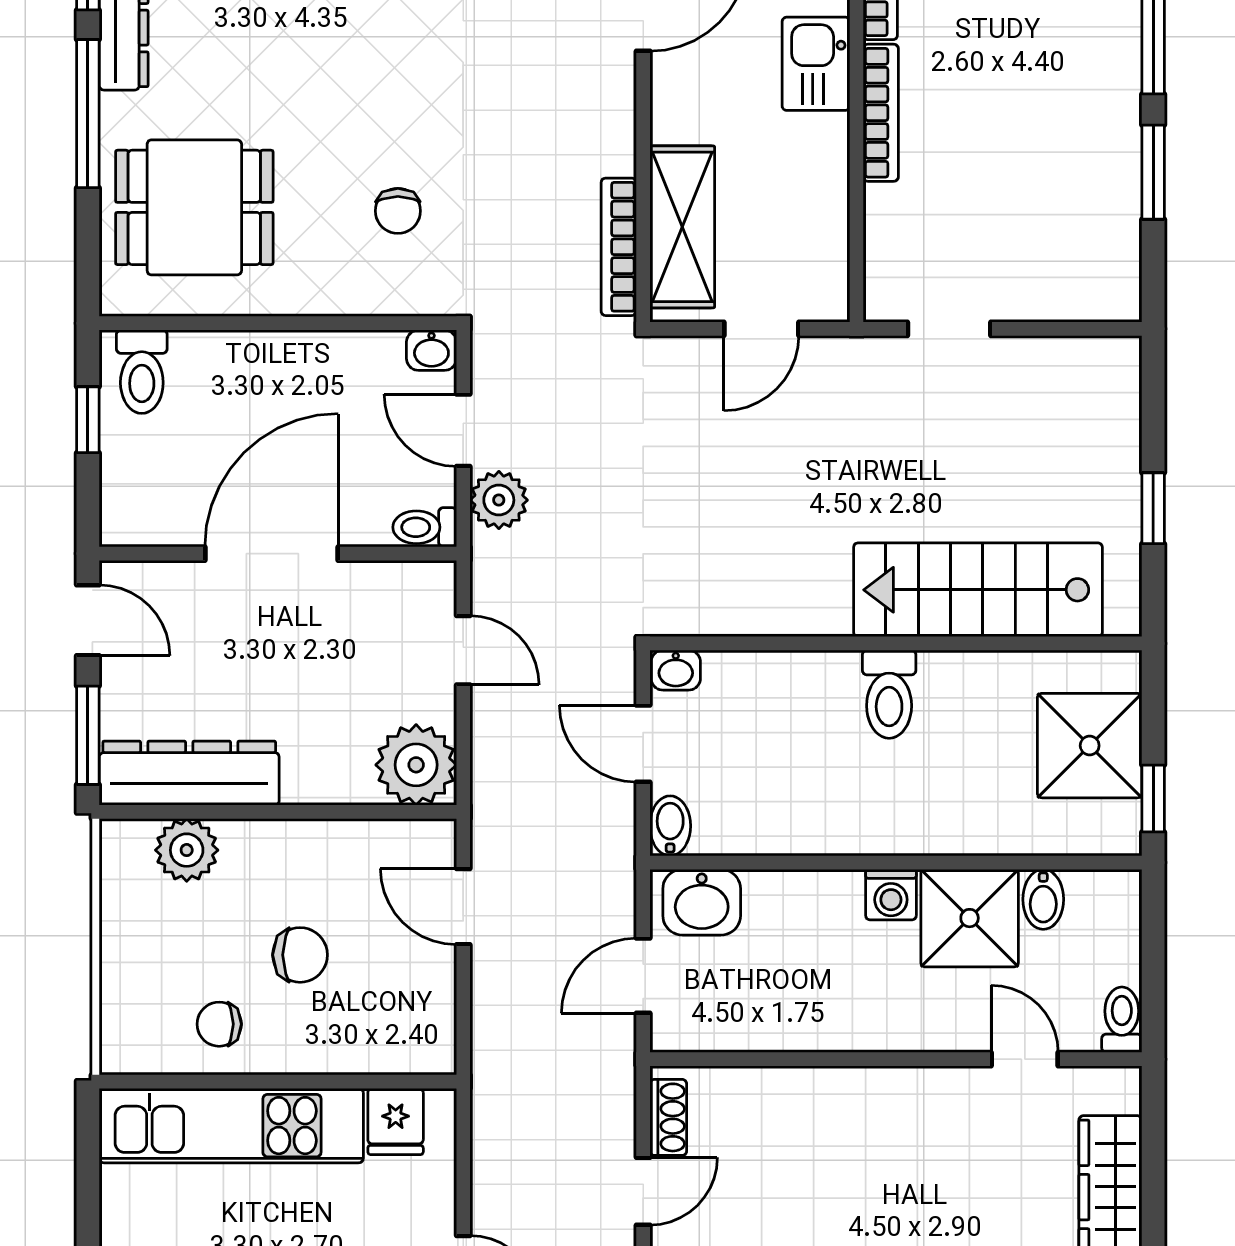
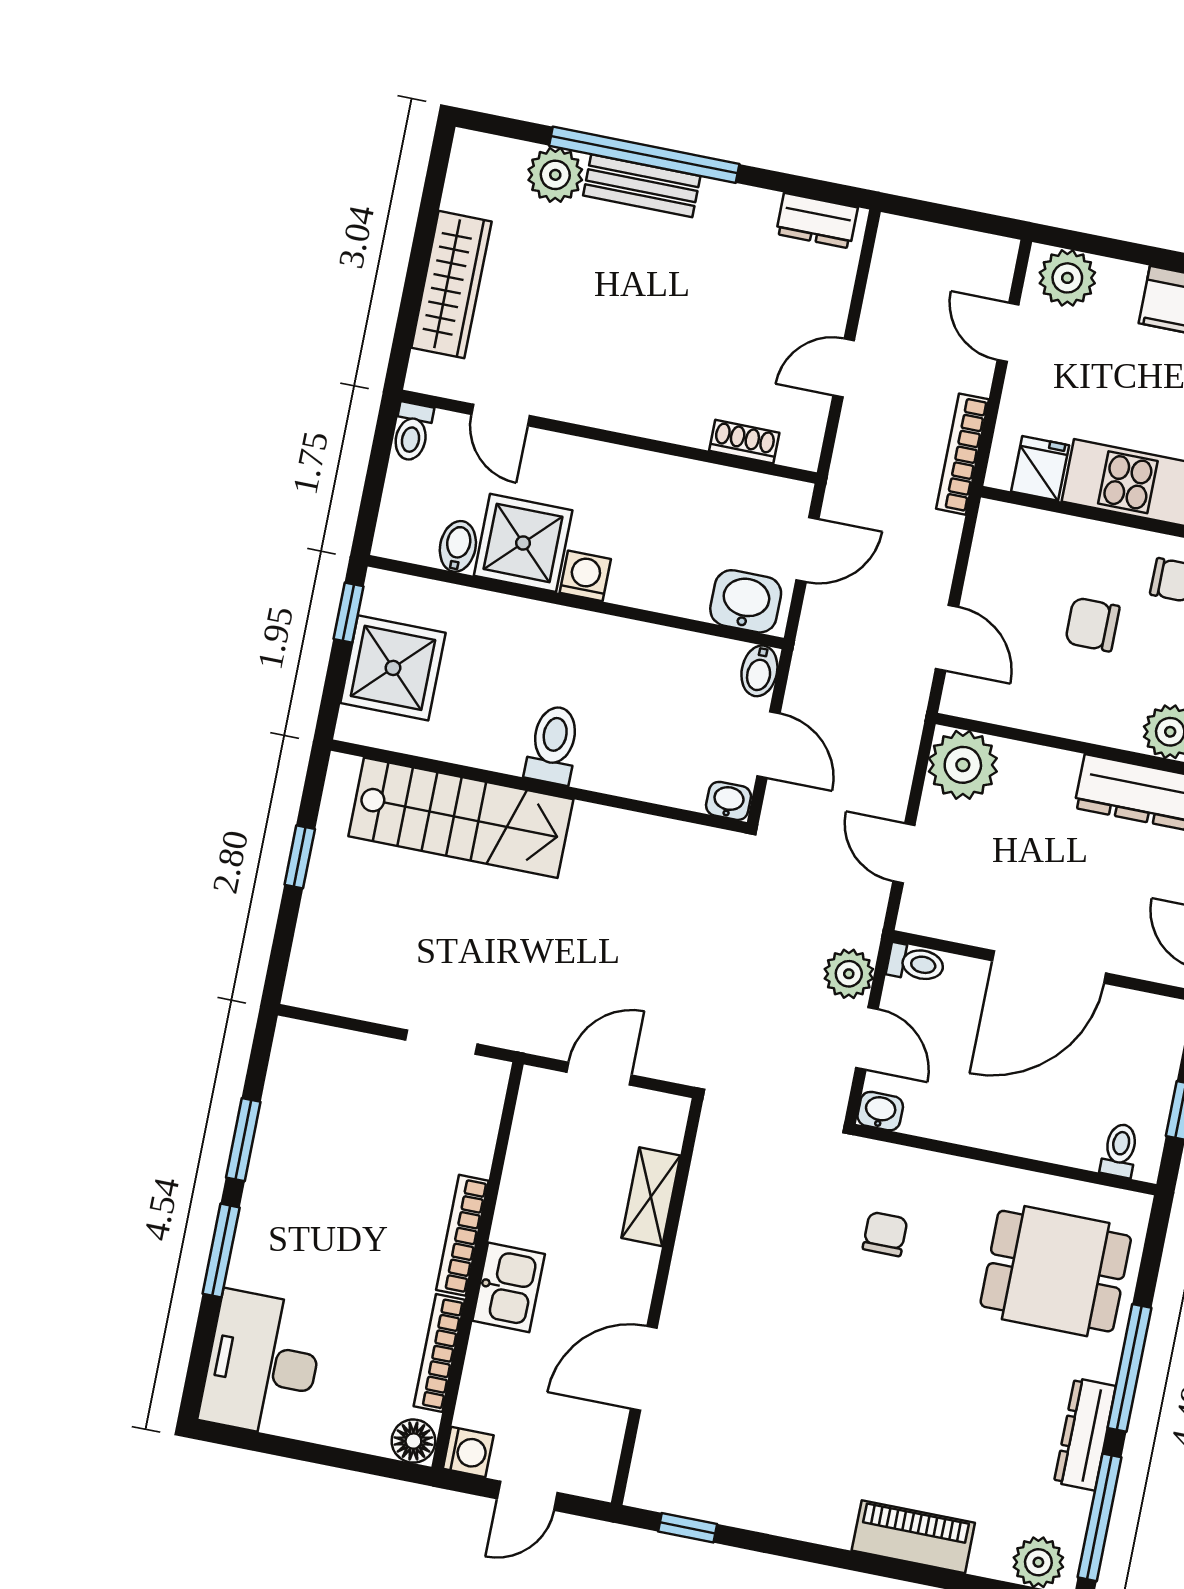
shelving: (682, 227) -> (651, 1197), width x0.67, depth x0.75
bookcase: (619, 247) -> (962, 454), moved, turned 180
toilet: (142, 372) -> (1120, 1150), width x0.73, depth x0.72
shoe rack: (668, 1117) -> (744, 442), moved, turned 90

